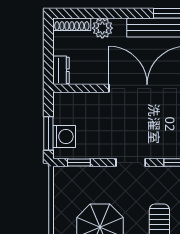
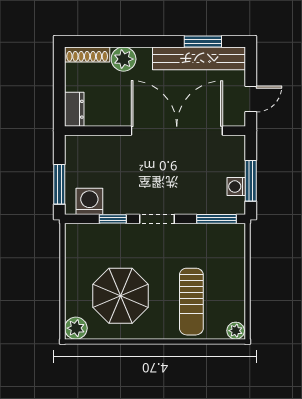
washing machine: (64, 136) -> (89, 201), moved, turned -90
window: (79, 162) -> (113, 219), moved

